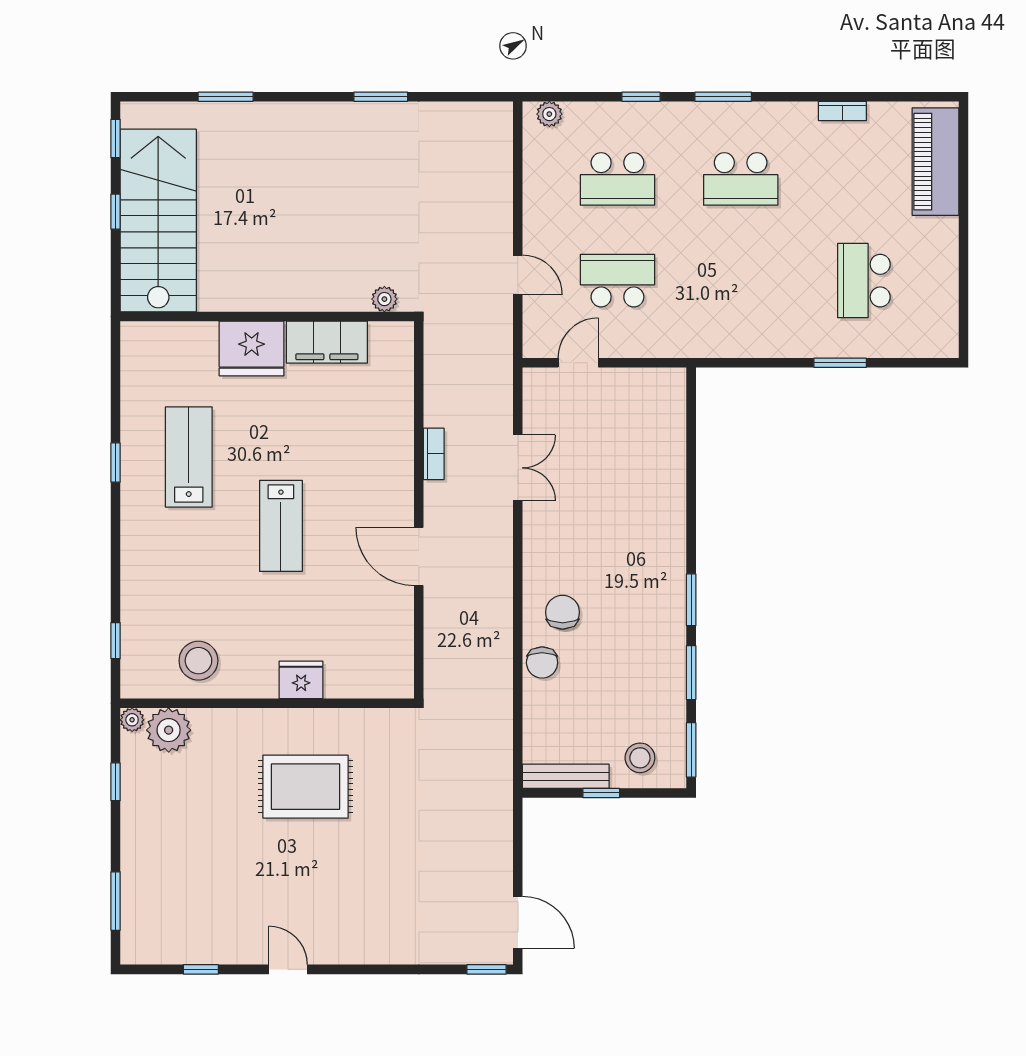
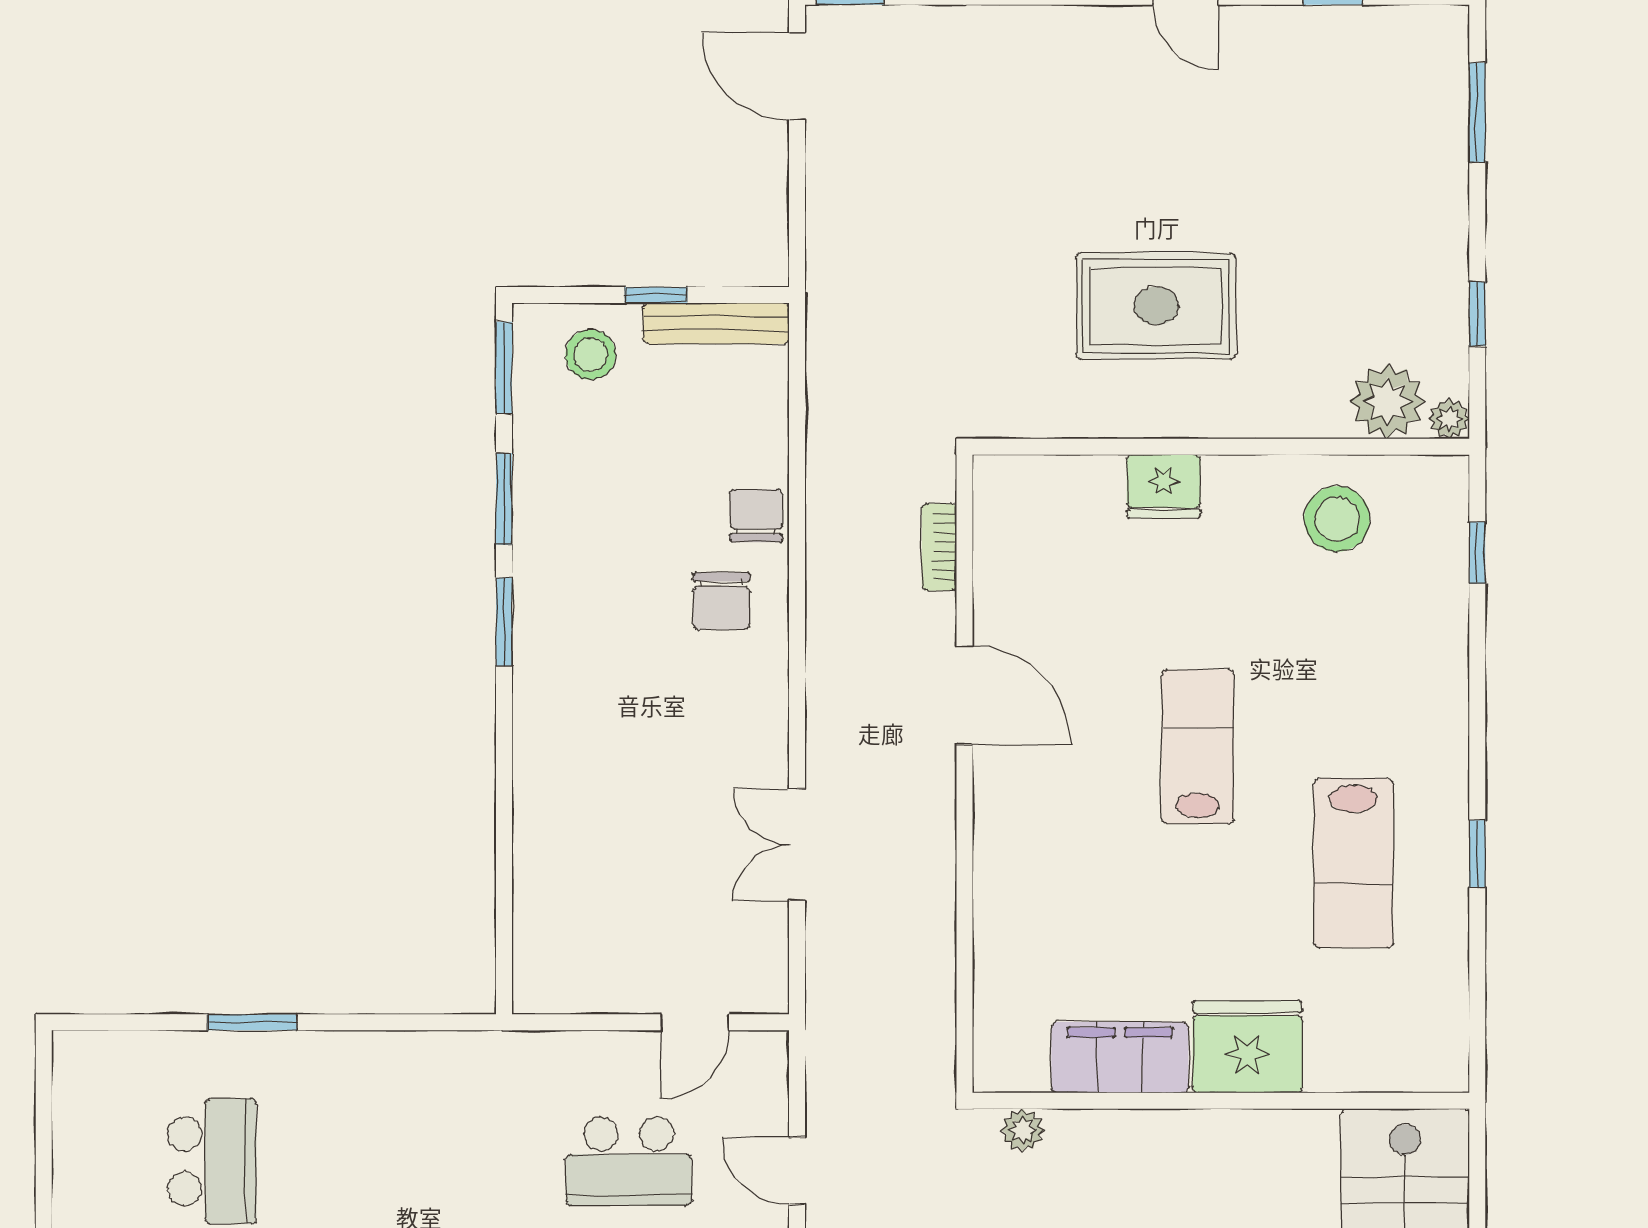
bookcase: (434, 454) -> (939, 547), moved

